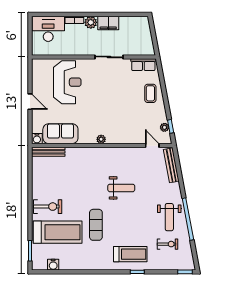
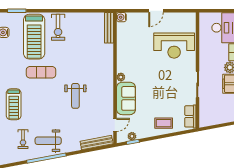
sofa: (60, 134) -> (126, 98), moved

